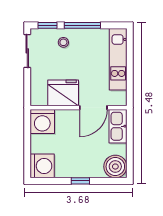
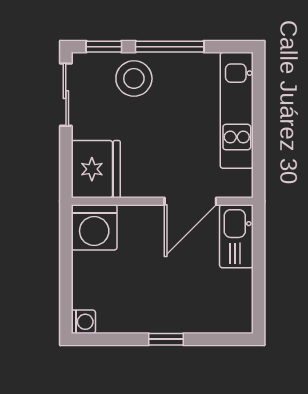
stool: (63, 42) -> (134, 78), width x1.89, depth x1.89
fridge: (63, 93) -> (96, 169), moved, turned 90
washing machine: (42, 166) -> (83, 322), width x0.53, depth x0.53
boiler: (115, 167) -> (232, 312), removed

